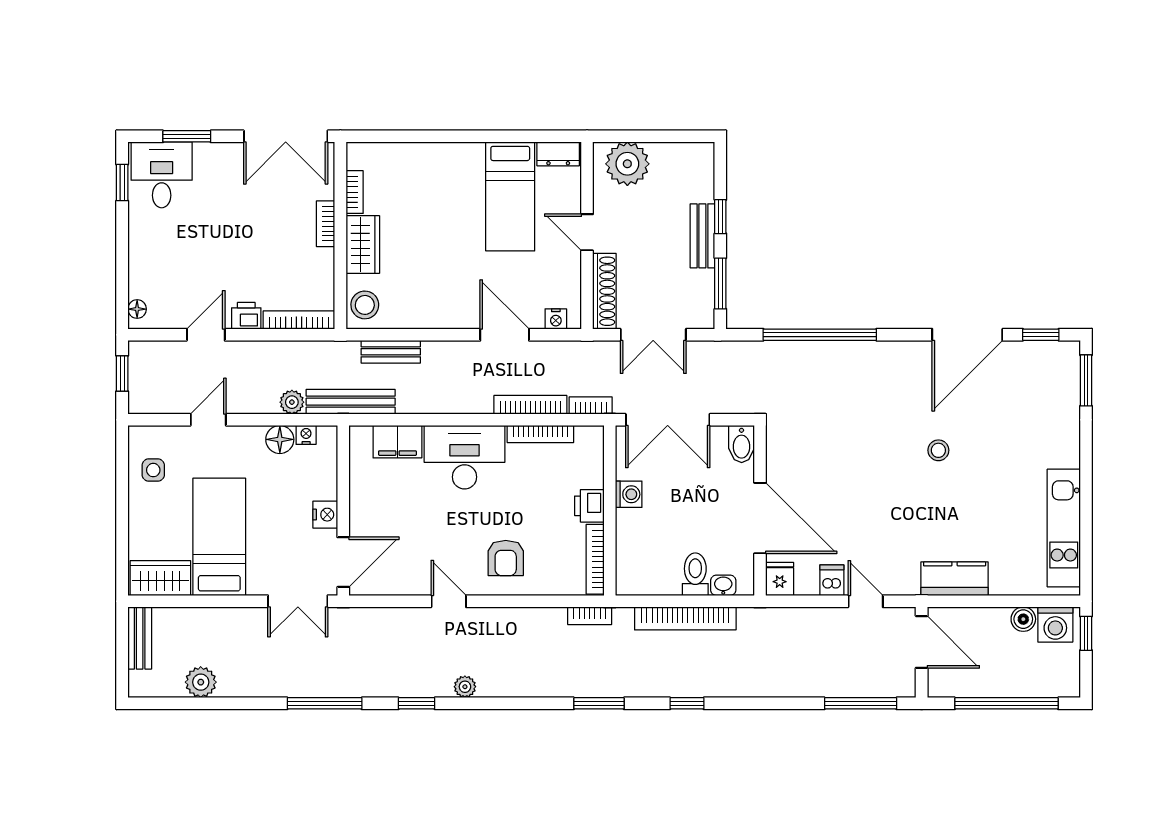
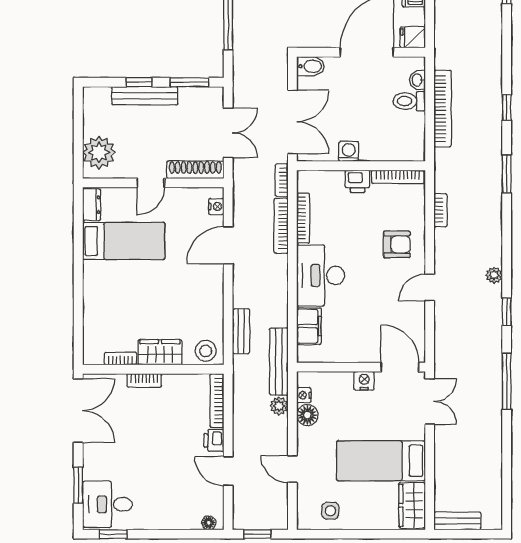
bench: (702, 236) -> (145, 96), width x1.36
bookcase: (590, 616) -> (440, 210), moved
plant: (201, 682) -> (491, 475), removed

